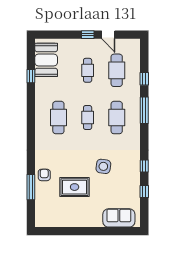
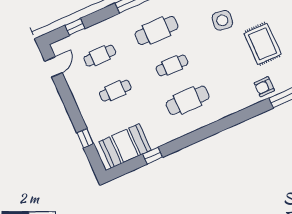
window: (88, 35) -> (85, 138), moved
door: (108, 35) -> (53, 67), moved
cafe table: (117, 70) -> (100, 56), width x0.73, depth x0.74
window: (144, 79) -> (75, 27), moved

